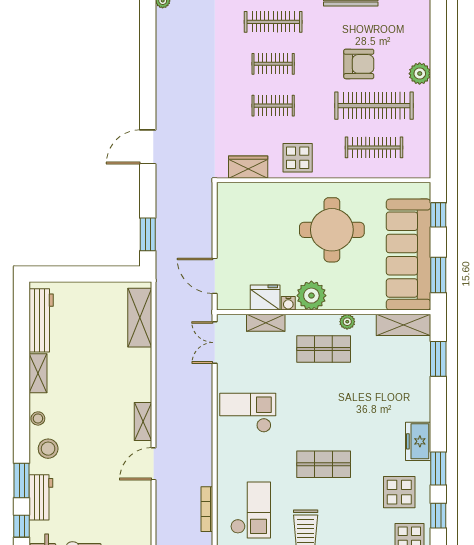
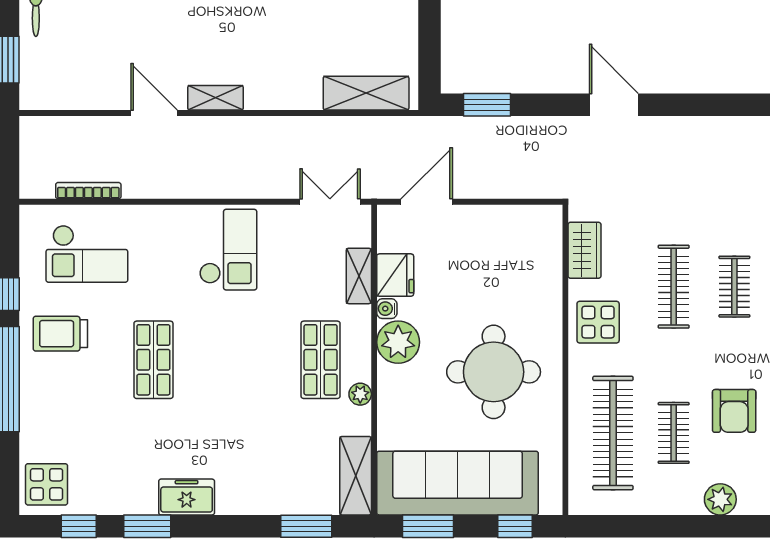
clothes rail: (273, 106) -> (674, 287), width x1.36
clothes rail: (374, 106) -> (674, 433), width x0.54, depth x0.76
clothes rail: (374, 147) -> (613, 433), width x1.37, depth x1.31
display table: (399, 492) -> (113, 470), removed

